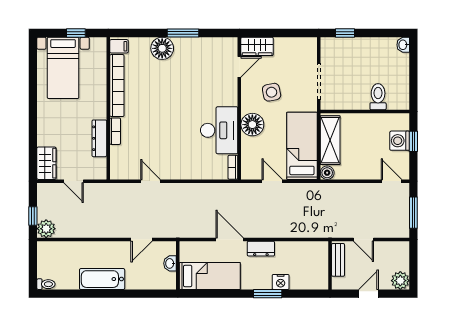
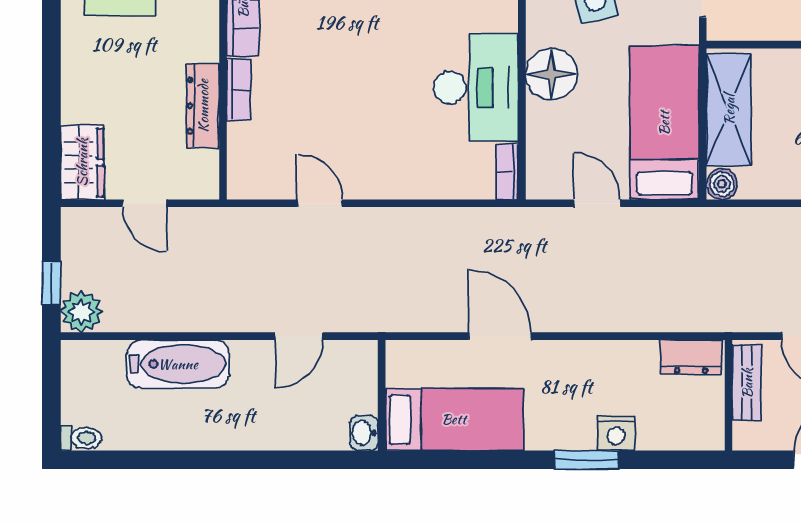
dresser: (261, 249) -> (691, 357), moved
washbasin: (170, 263) -> (364, 433), moved
bathtub: (102, 279) -> (178, 364), moved, turned 180

